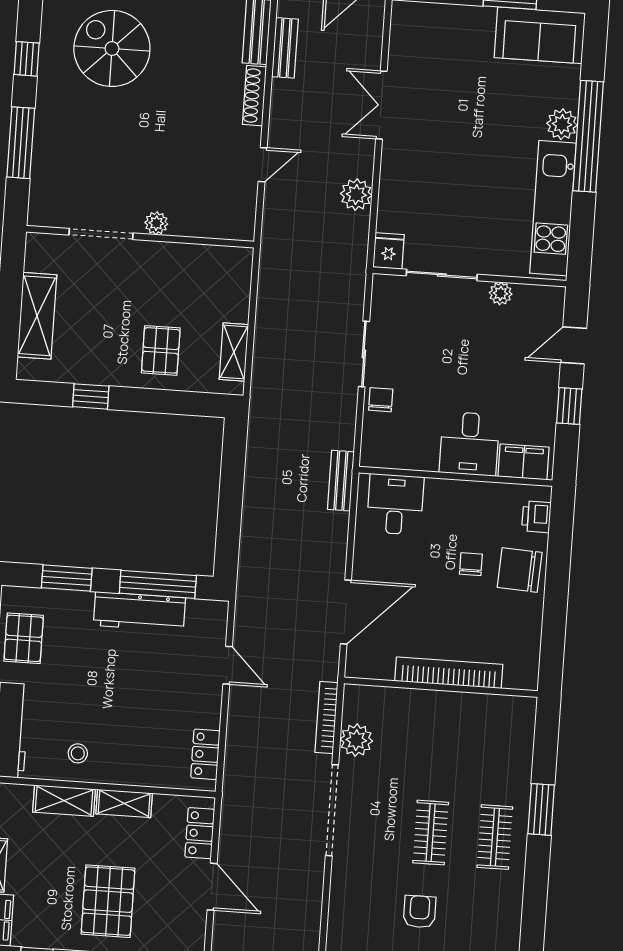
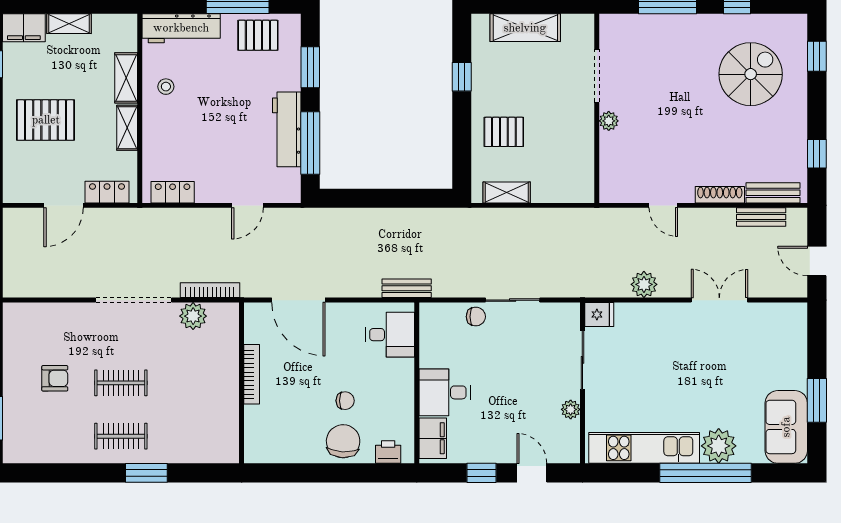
plant: (562, 124) -> (719, 446), width x1.36, depth x1.36
bookcase: (449, 673) -> (252, 374), width x0.68, depth x0.76

